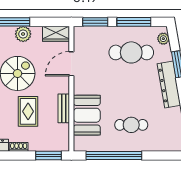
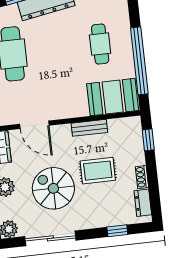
booth: (87, 115) -> (113, 97), moved
window: (48, 155) -> (148, 140), width x0.67

